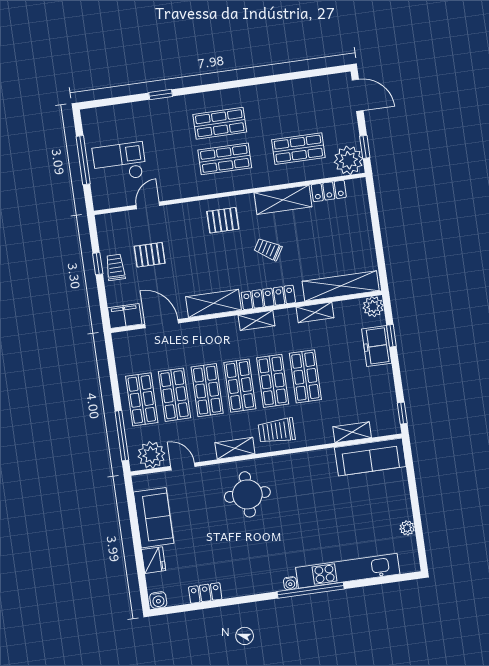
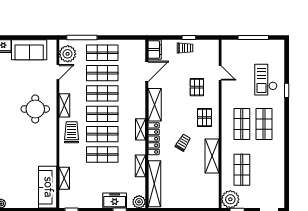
checkout: (119, 162) -> (266, 80), moved, turned 180
locker: (329, 191) -> (213, 185), removed
pallet: (150, 255) -> (197, 87), moved

